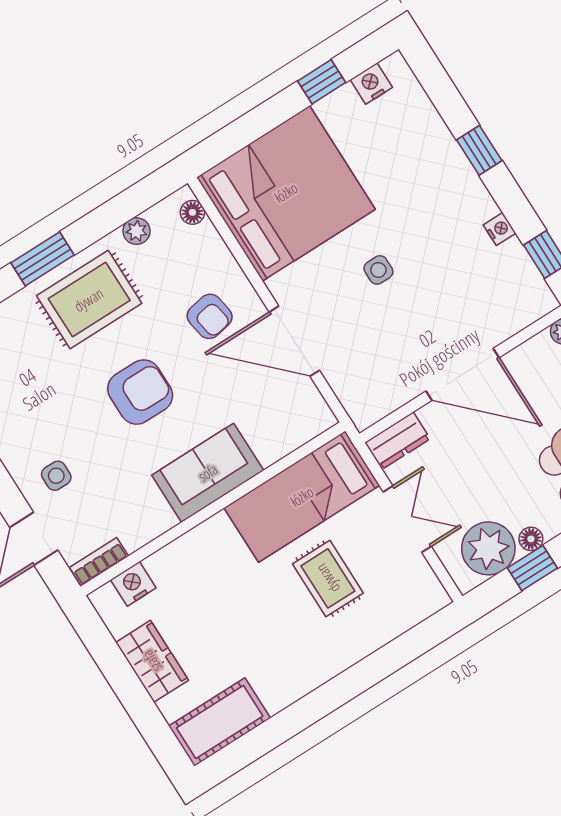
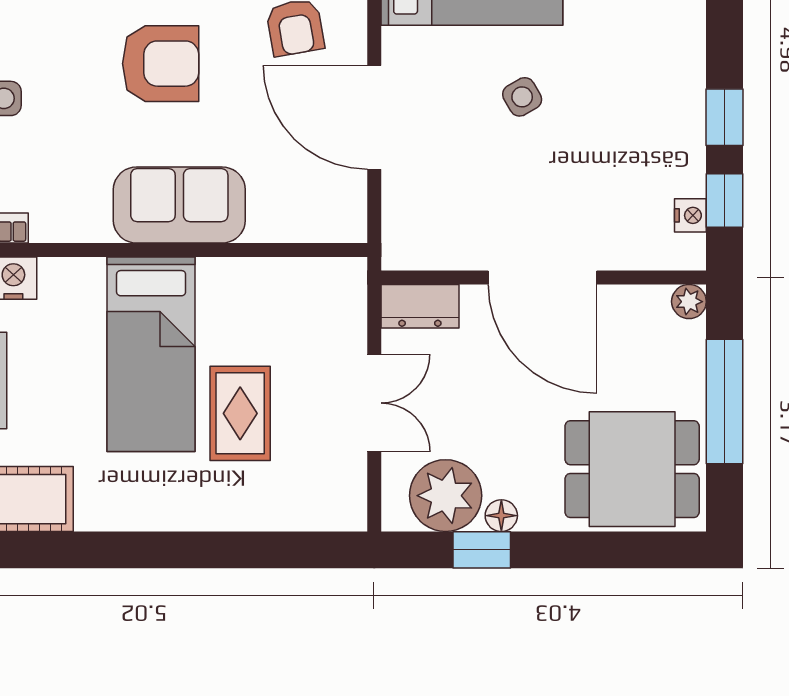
window: (479, 150) -> (724, 117), moved
nightstand: (499, 229) -> (690, 215), moved
side table: (378, 270) -> (522, 97), turned -30
bed: (302, 497) -> (151, 354), moved, turned -90

